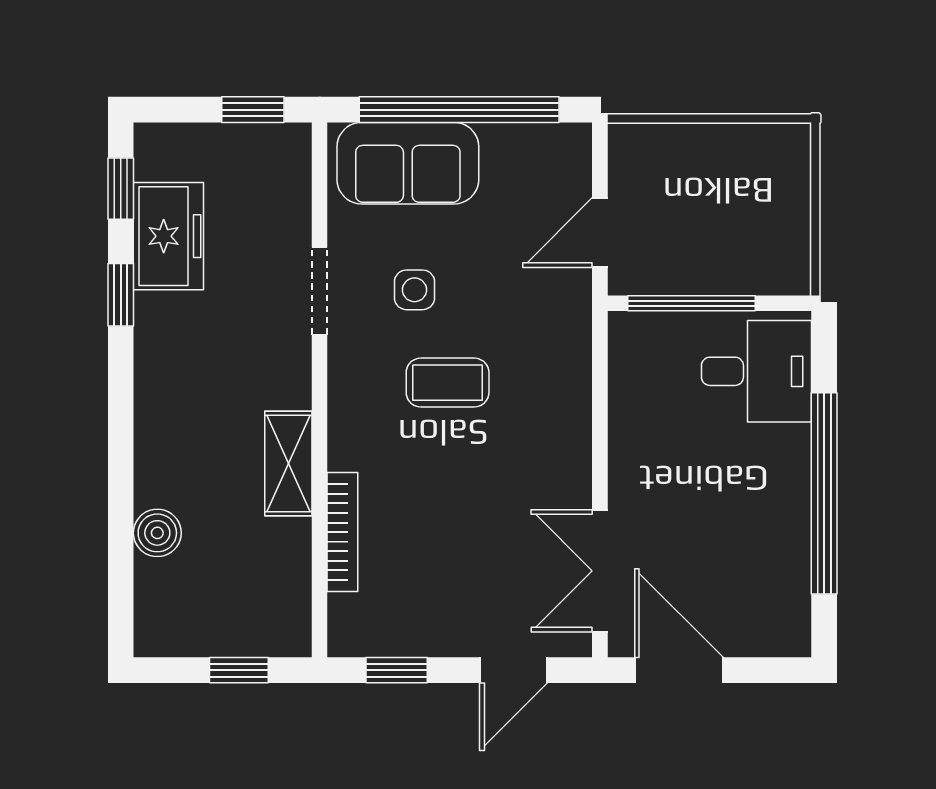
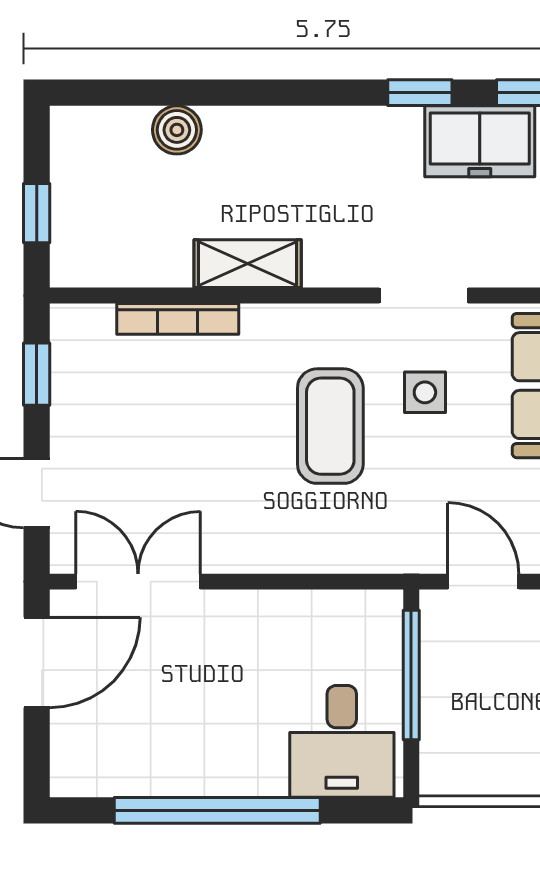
coffee table: (448, 383) -> (330, 426), width x1.36, depth x1.30

